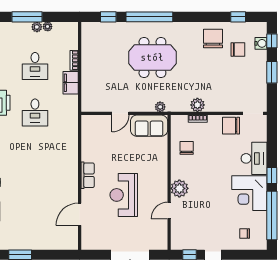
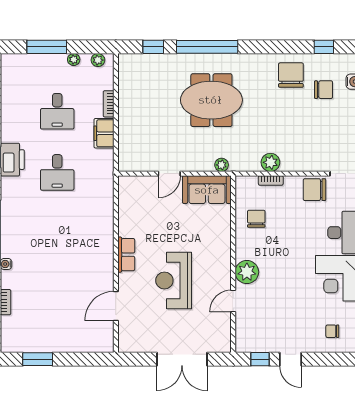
plant: (37, 27) -> (98, 60), moved

